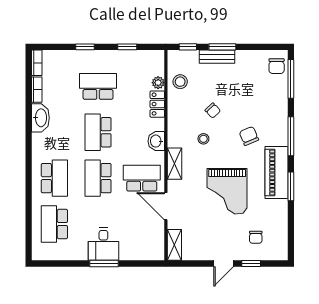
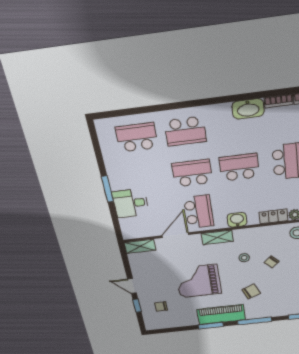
desk: (103, 244) -> (131, 203), moved

